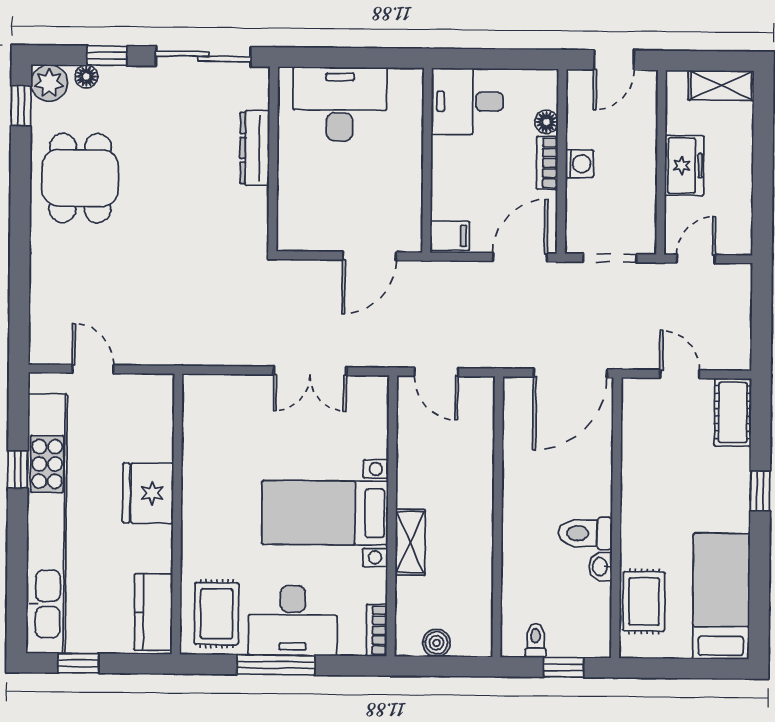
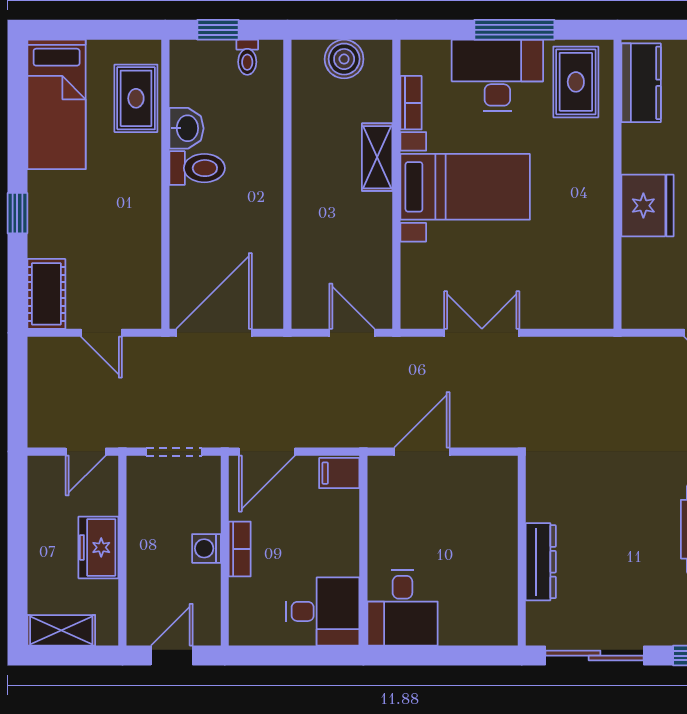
desk: (340, 104) -> (402, 608), moved, width x0.73
floor lamp: (546, 122) -> (241, 591), removed
washbasin: (600, 567) -> (186, 128), width x1.38, depth x1.45
bookcase: (377, 630) -> (411, 103), moved
boiler: (436, 643) -> (344, 59), width x1.36, depth x1.36

